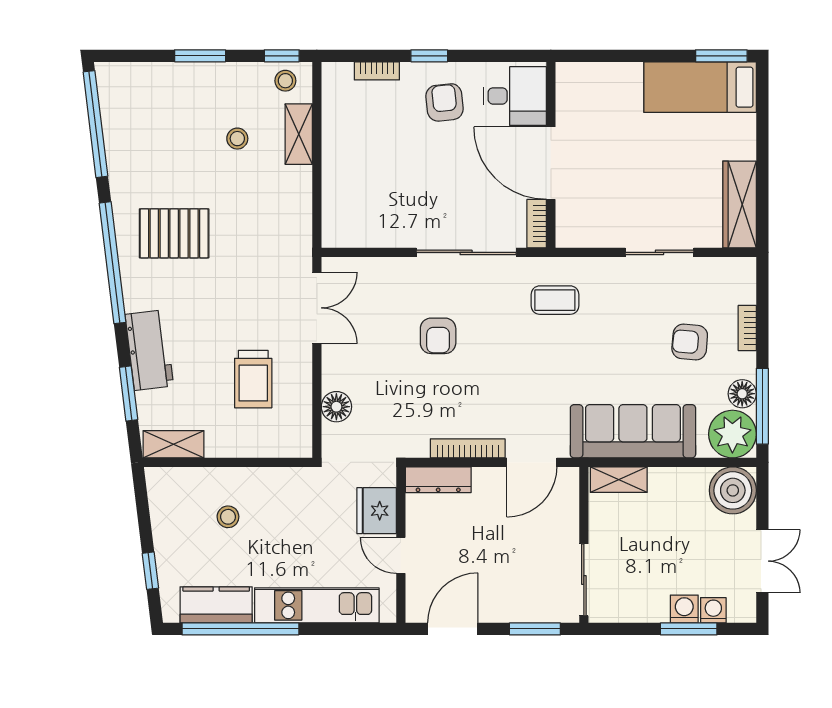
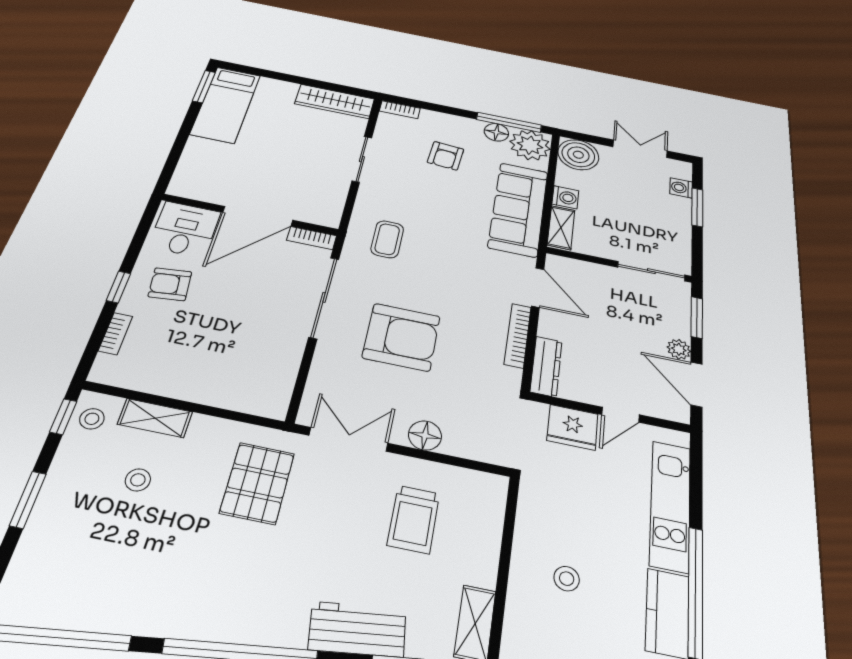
pallet: (174, 233) -> (257, 483), moved
bookcase: (747, 328) -> (400, 110), moved
armchair: (438, 336) -> (401, 337), width x1.88, depth x1.88
trolley: (253, 379) -> (414, 519), turned 90
floor lamp: (336, 407) -> (425, 435), moved
washing machine: (684, 609) -> (565, 197), moved, turned 180
plant: (490, 611) -> (679, 349), added

